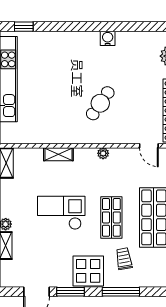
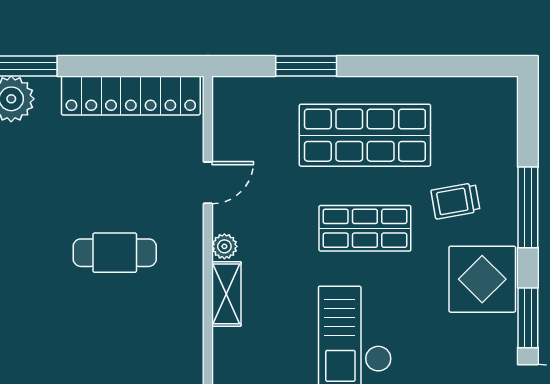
cafe table: (100, 103) -> (115, 253), turned -35
door: (149, 146) -> (208, 183), moved
shelving: (58, 154) -> (226, 294), moved

